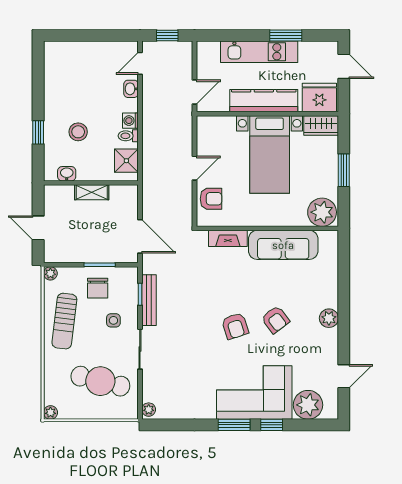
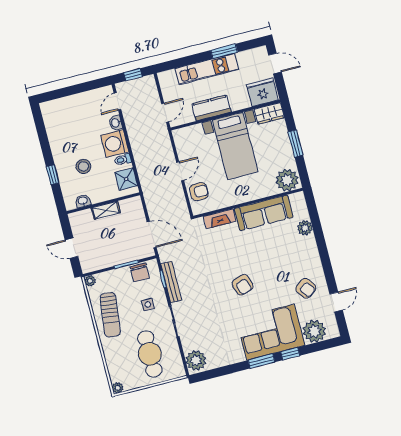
kitchen counter: (264, 101) -> (211, 108), width x0.67
washing machine: (130, 121) -> (115, 143), width x1.89, depth x1.89
chair: (98, 288) -> (140, 273), moved
plant: (329, 318) -> (305, 228), moved
armchair: (275, 320) -> (306, 288), moved
cafe table: (100, 381) -> (150, 354), turned 76
plant: (149, 410) -> (196, 360), width x1.88, depth x1.88

